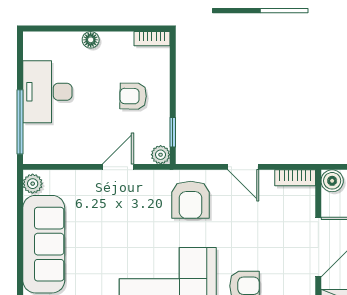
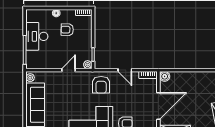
armchair: (133, 96) -> (67, 30), moved

